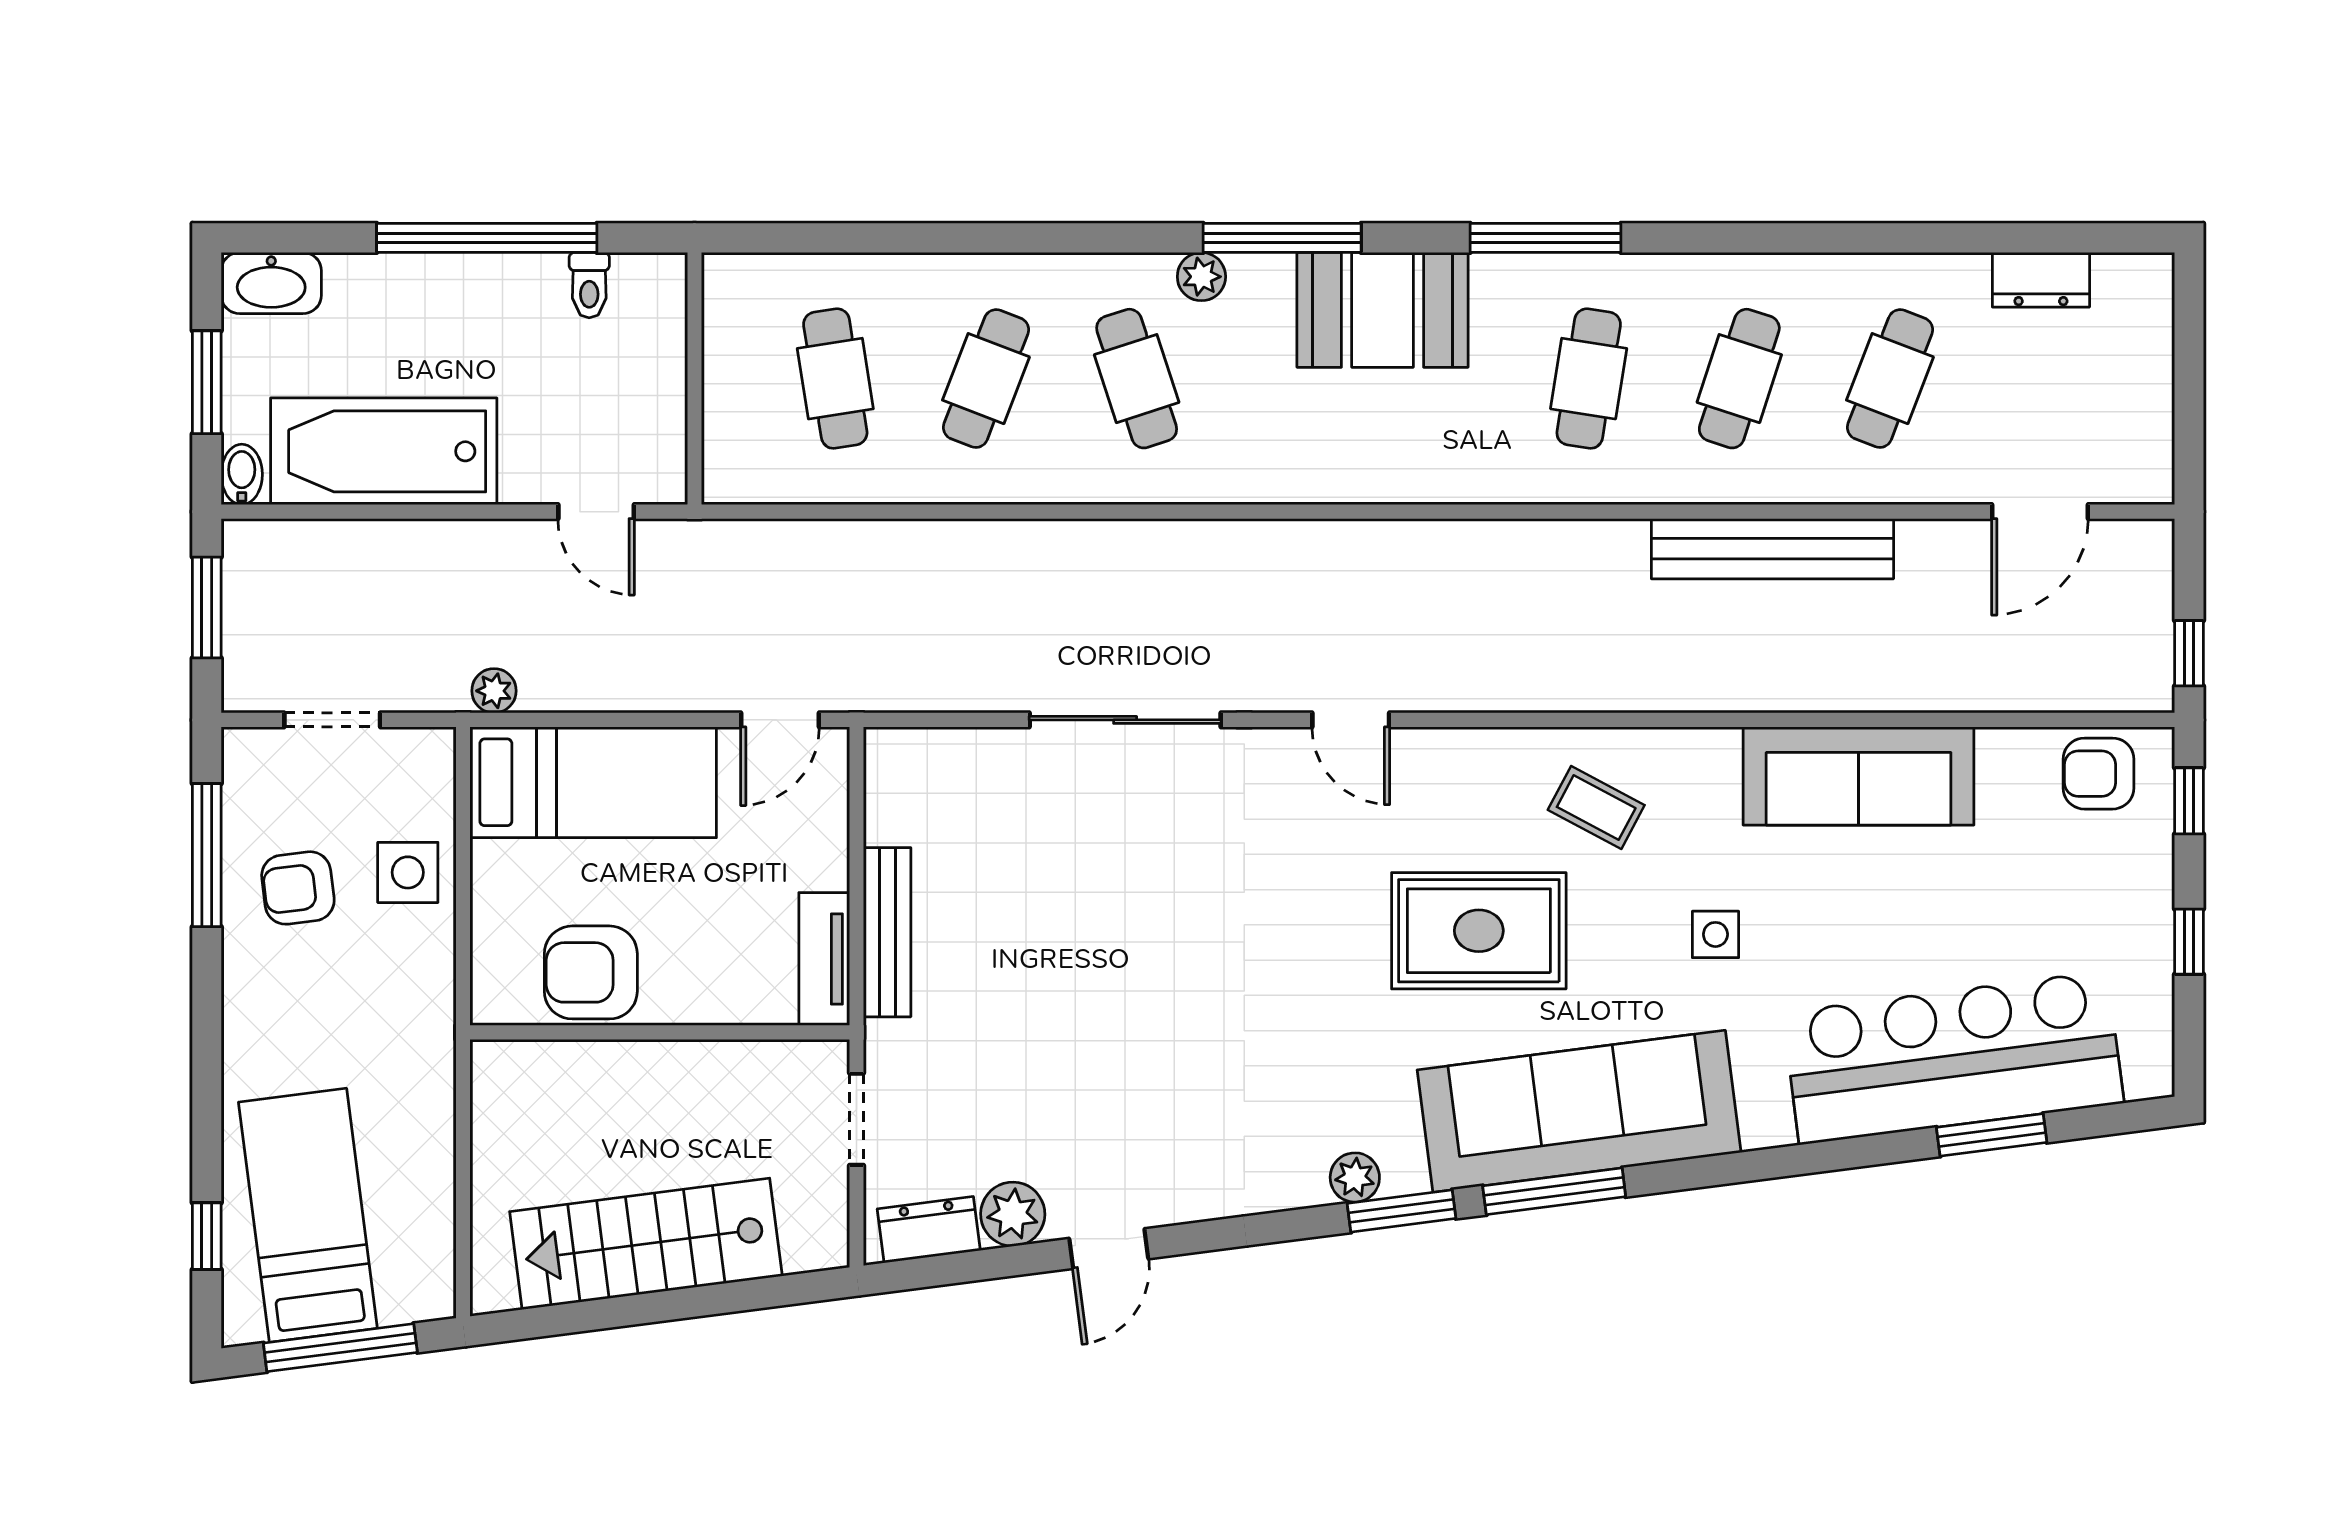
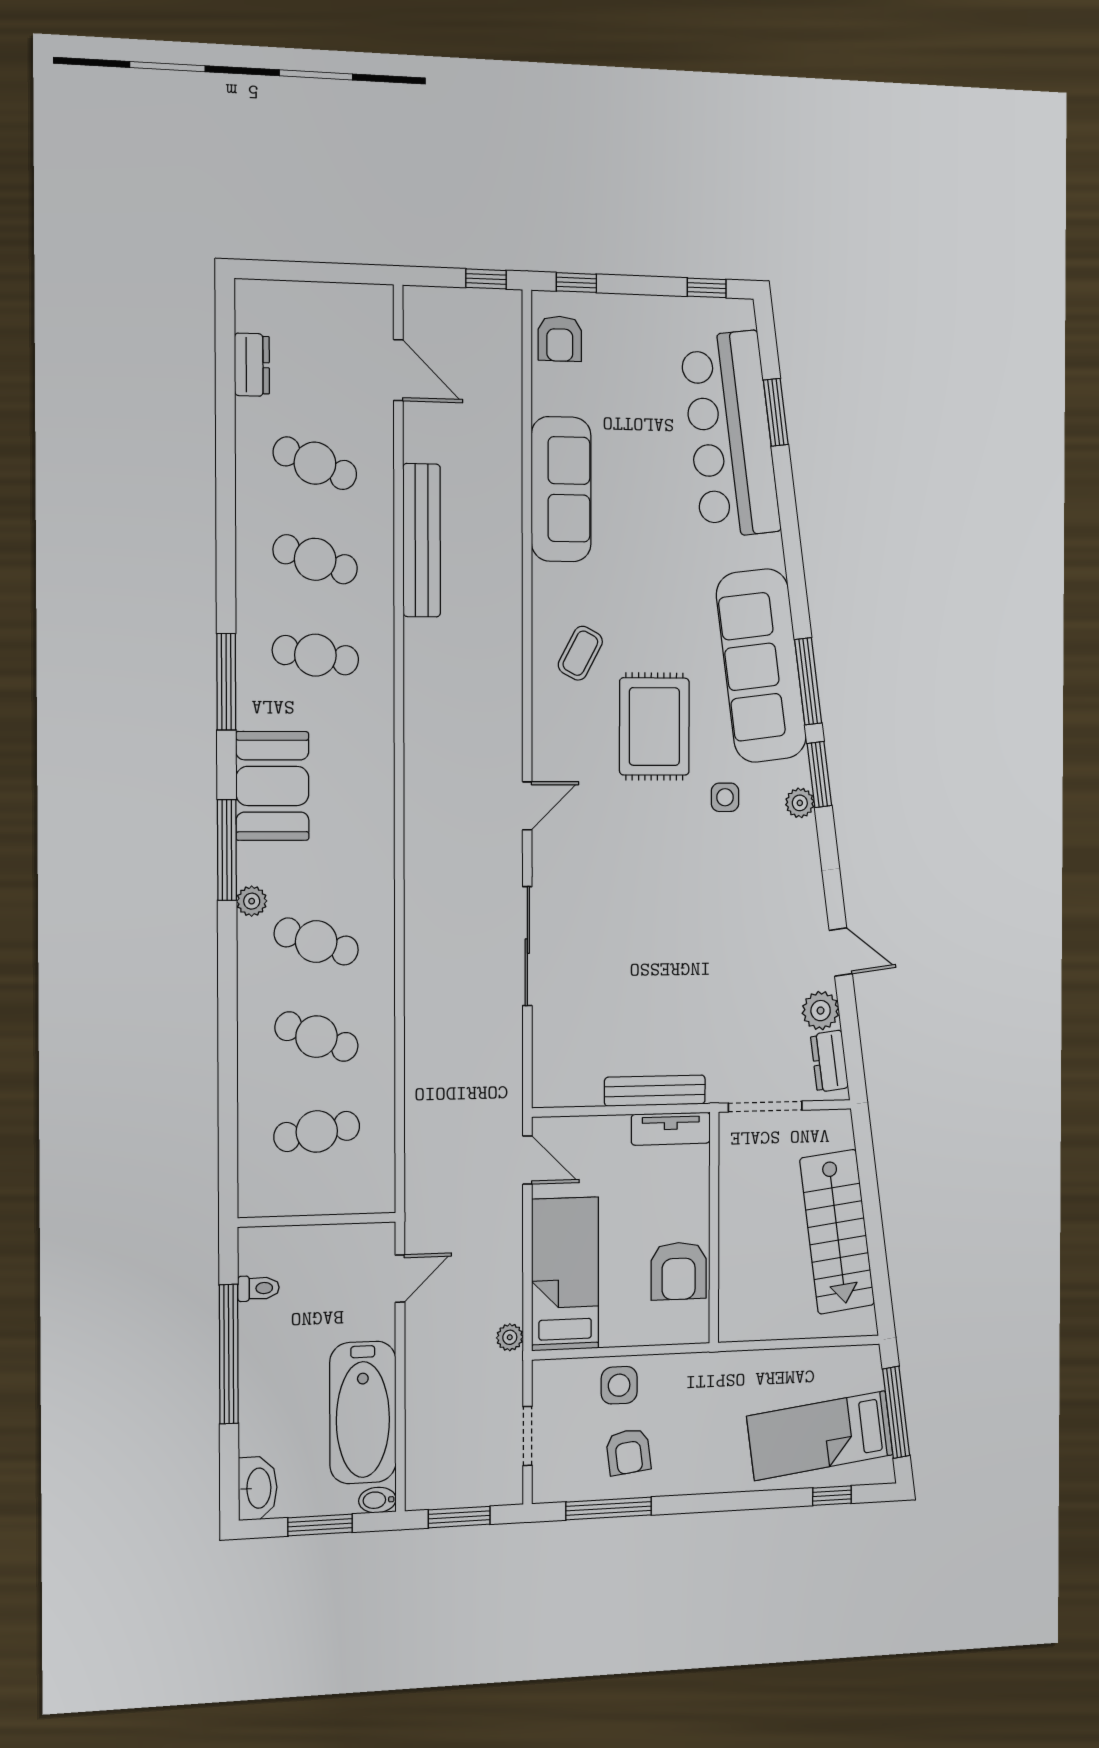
cafe table: (1137, 379) -> (316, 942), turned 36
side table: (1715, 934) -> (725, 797), moved
window: (2189, 942) -> (707, 288), moved
doorway: (856, 1119) -> (765, 1107), width x1.38

